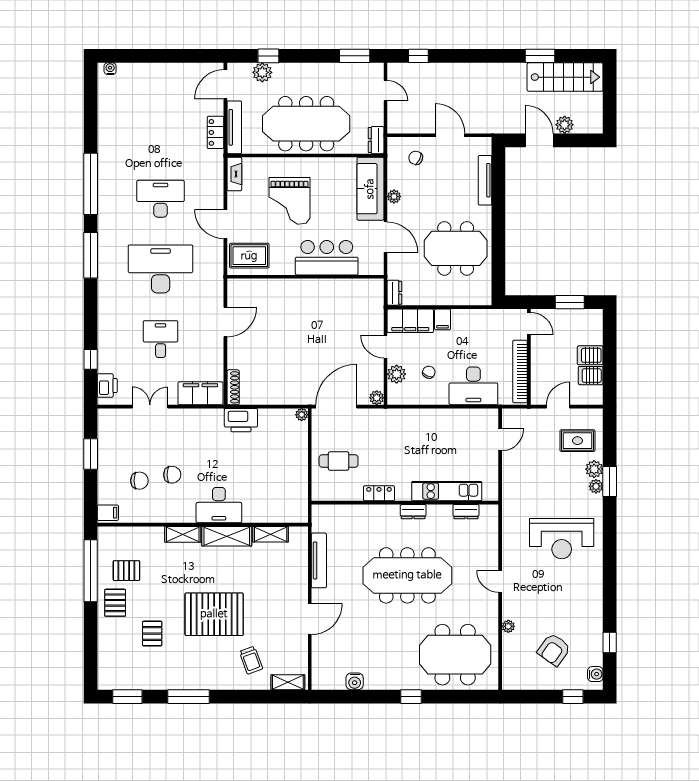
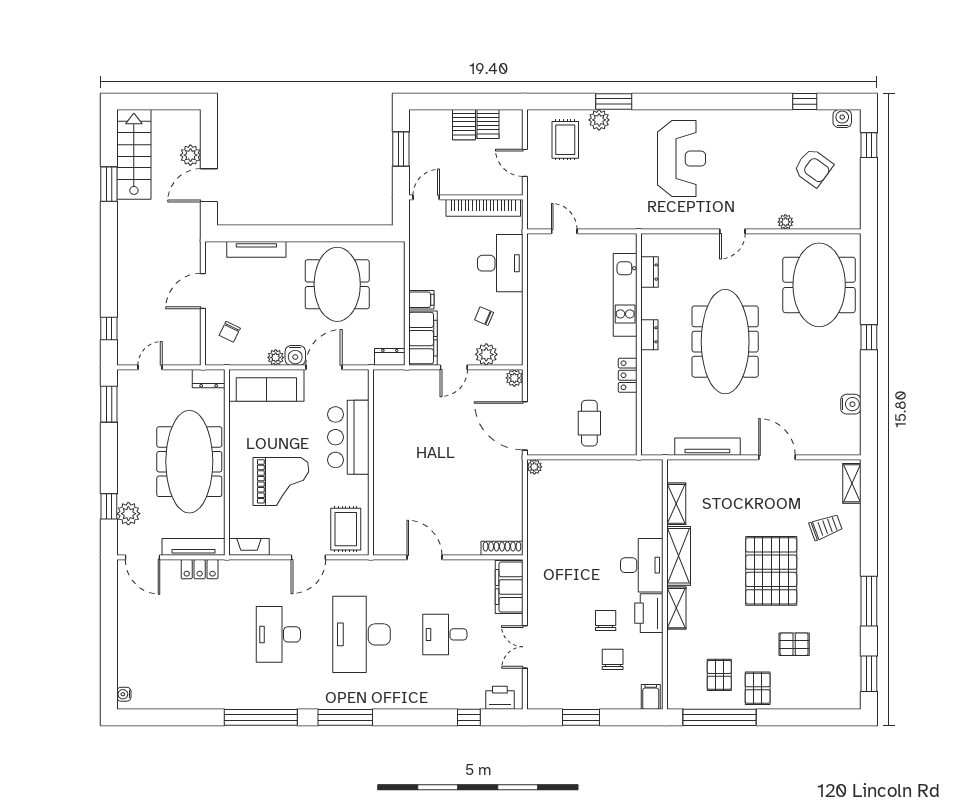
water cooler: (396, 213) -> (295, 355), added
printer: (241, 420) -> (649, 613), moved, turned 180
plant: (596, 486) -> (619, 118), removed
pallet: (115, 603) -> (758, 688), turned 90

